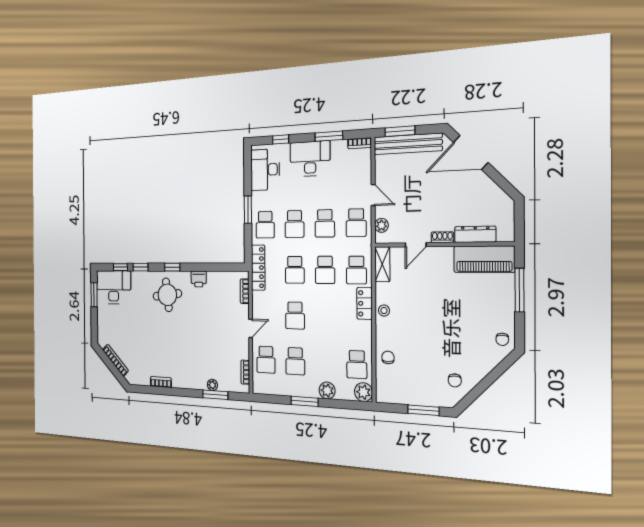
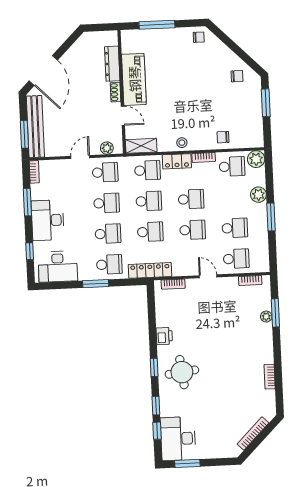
piano: (484, 259) -> (134, 79), moved
school desk: (325, 316) -> (191, 199), added
bookcase: (367, 334) -> (204, 158), added

